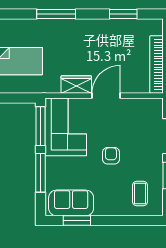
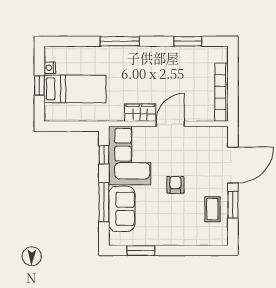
window: (40, 126) -> (104, 155), width x0.46
coffee table: (140, 194) -> (212, 209), moved
sofa: (71, 203) -> (122, 209), moved, turned 90

